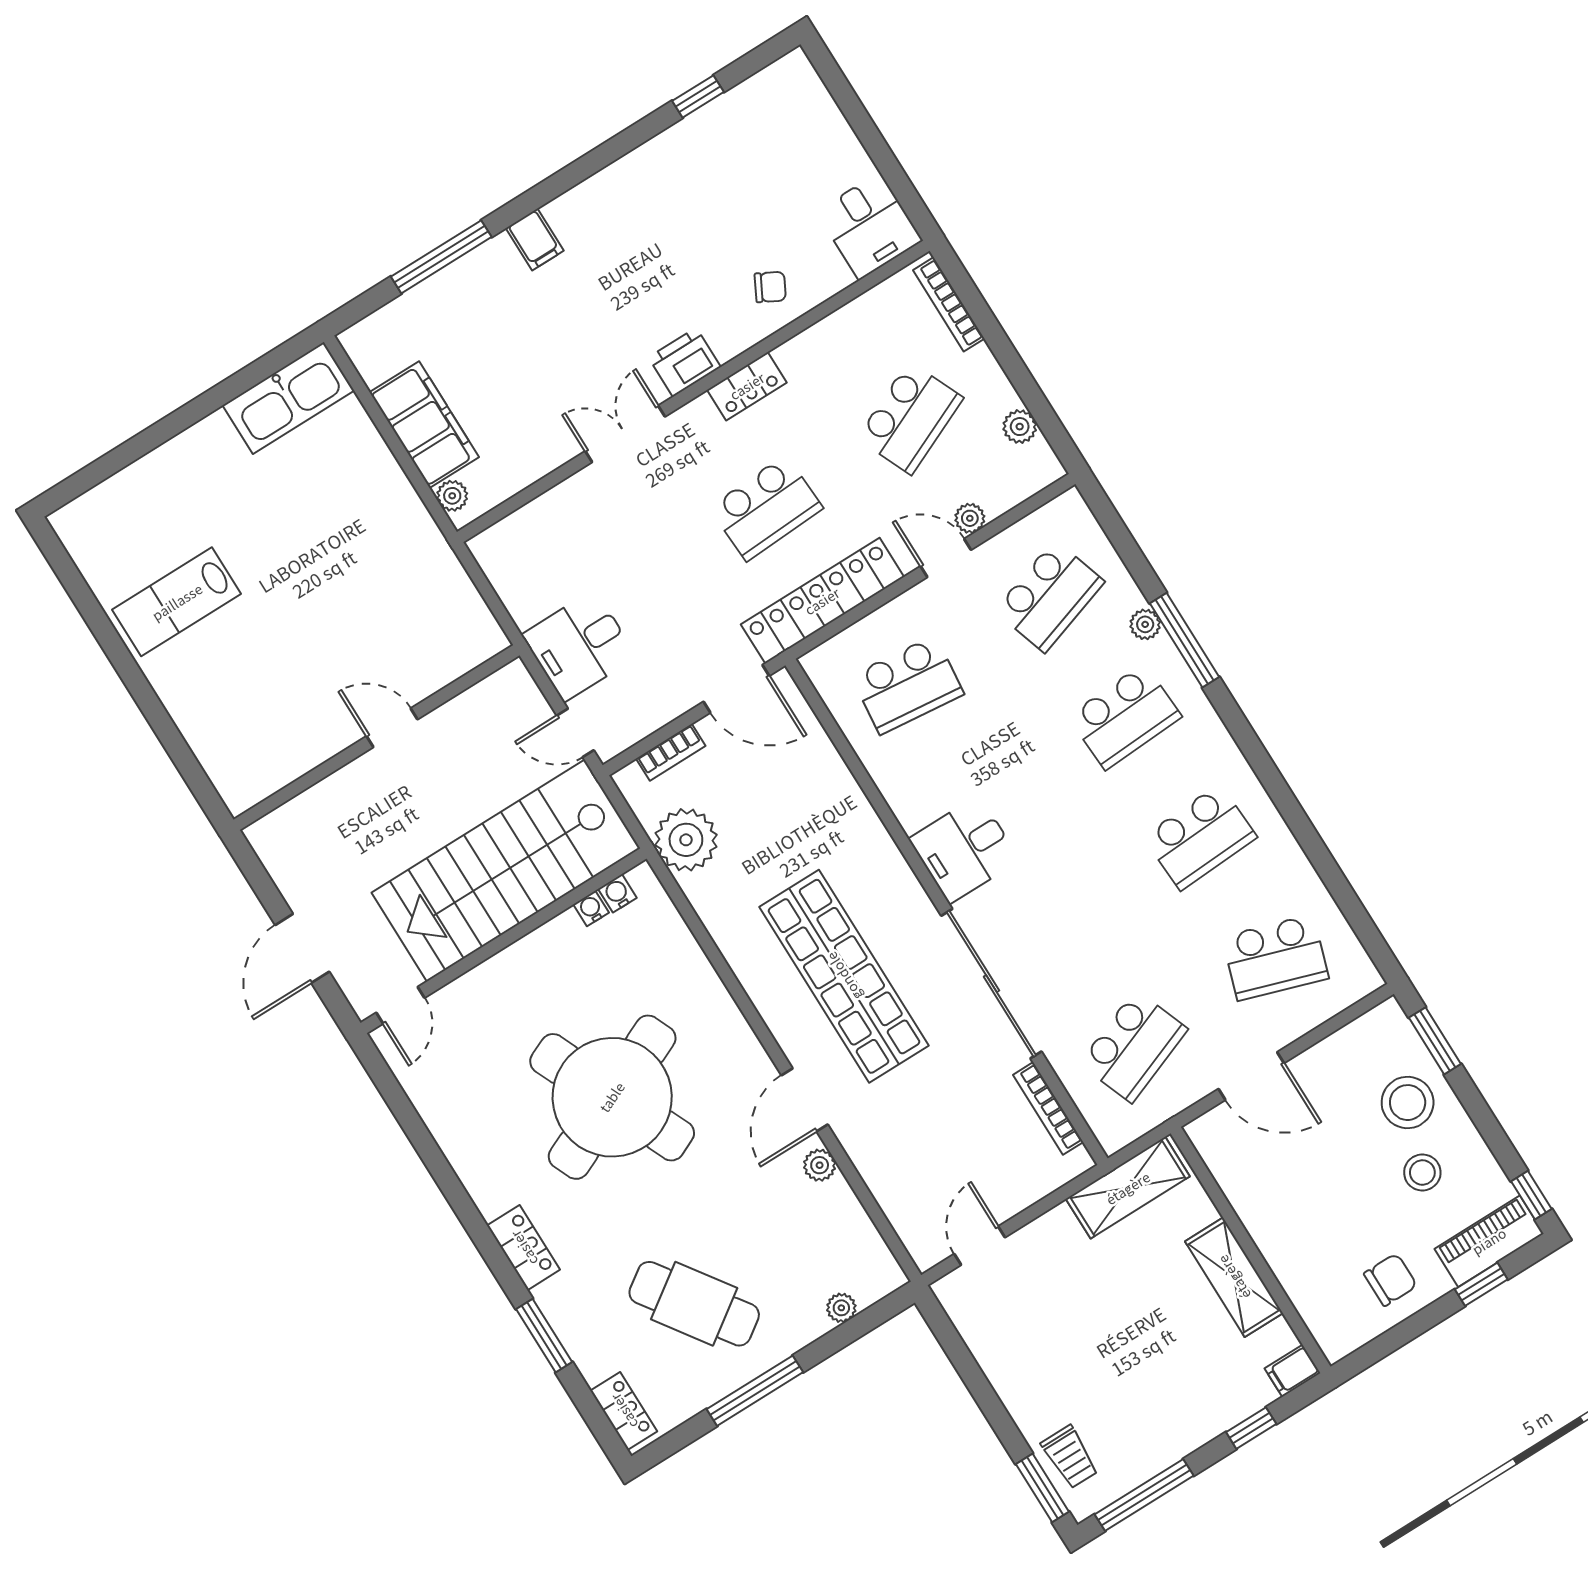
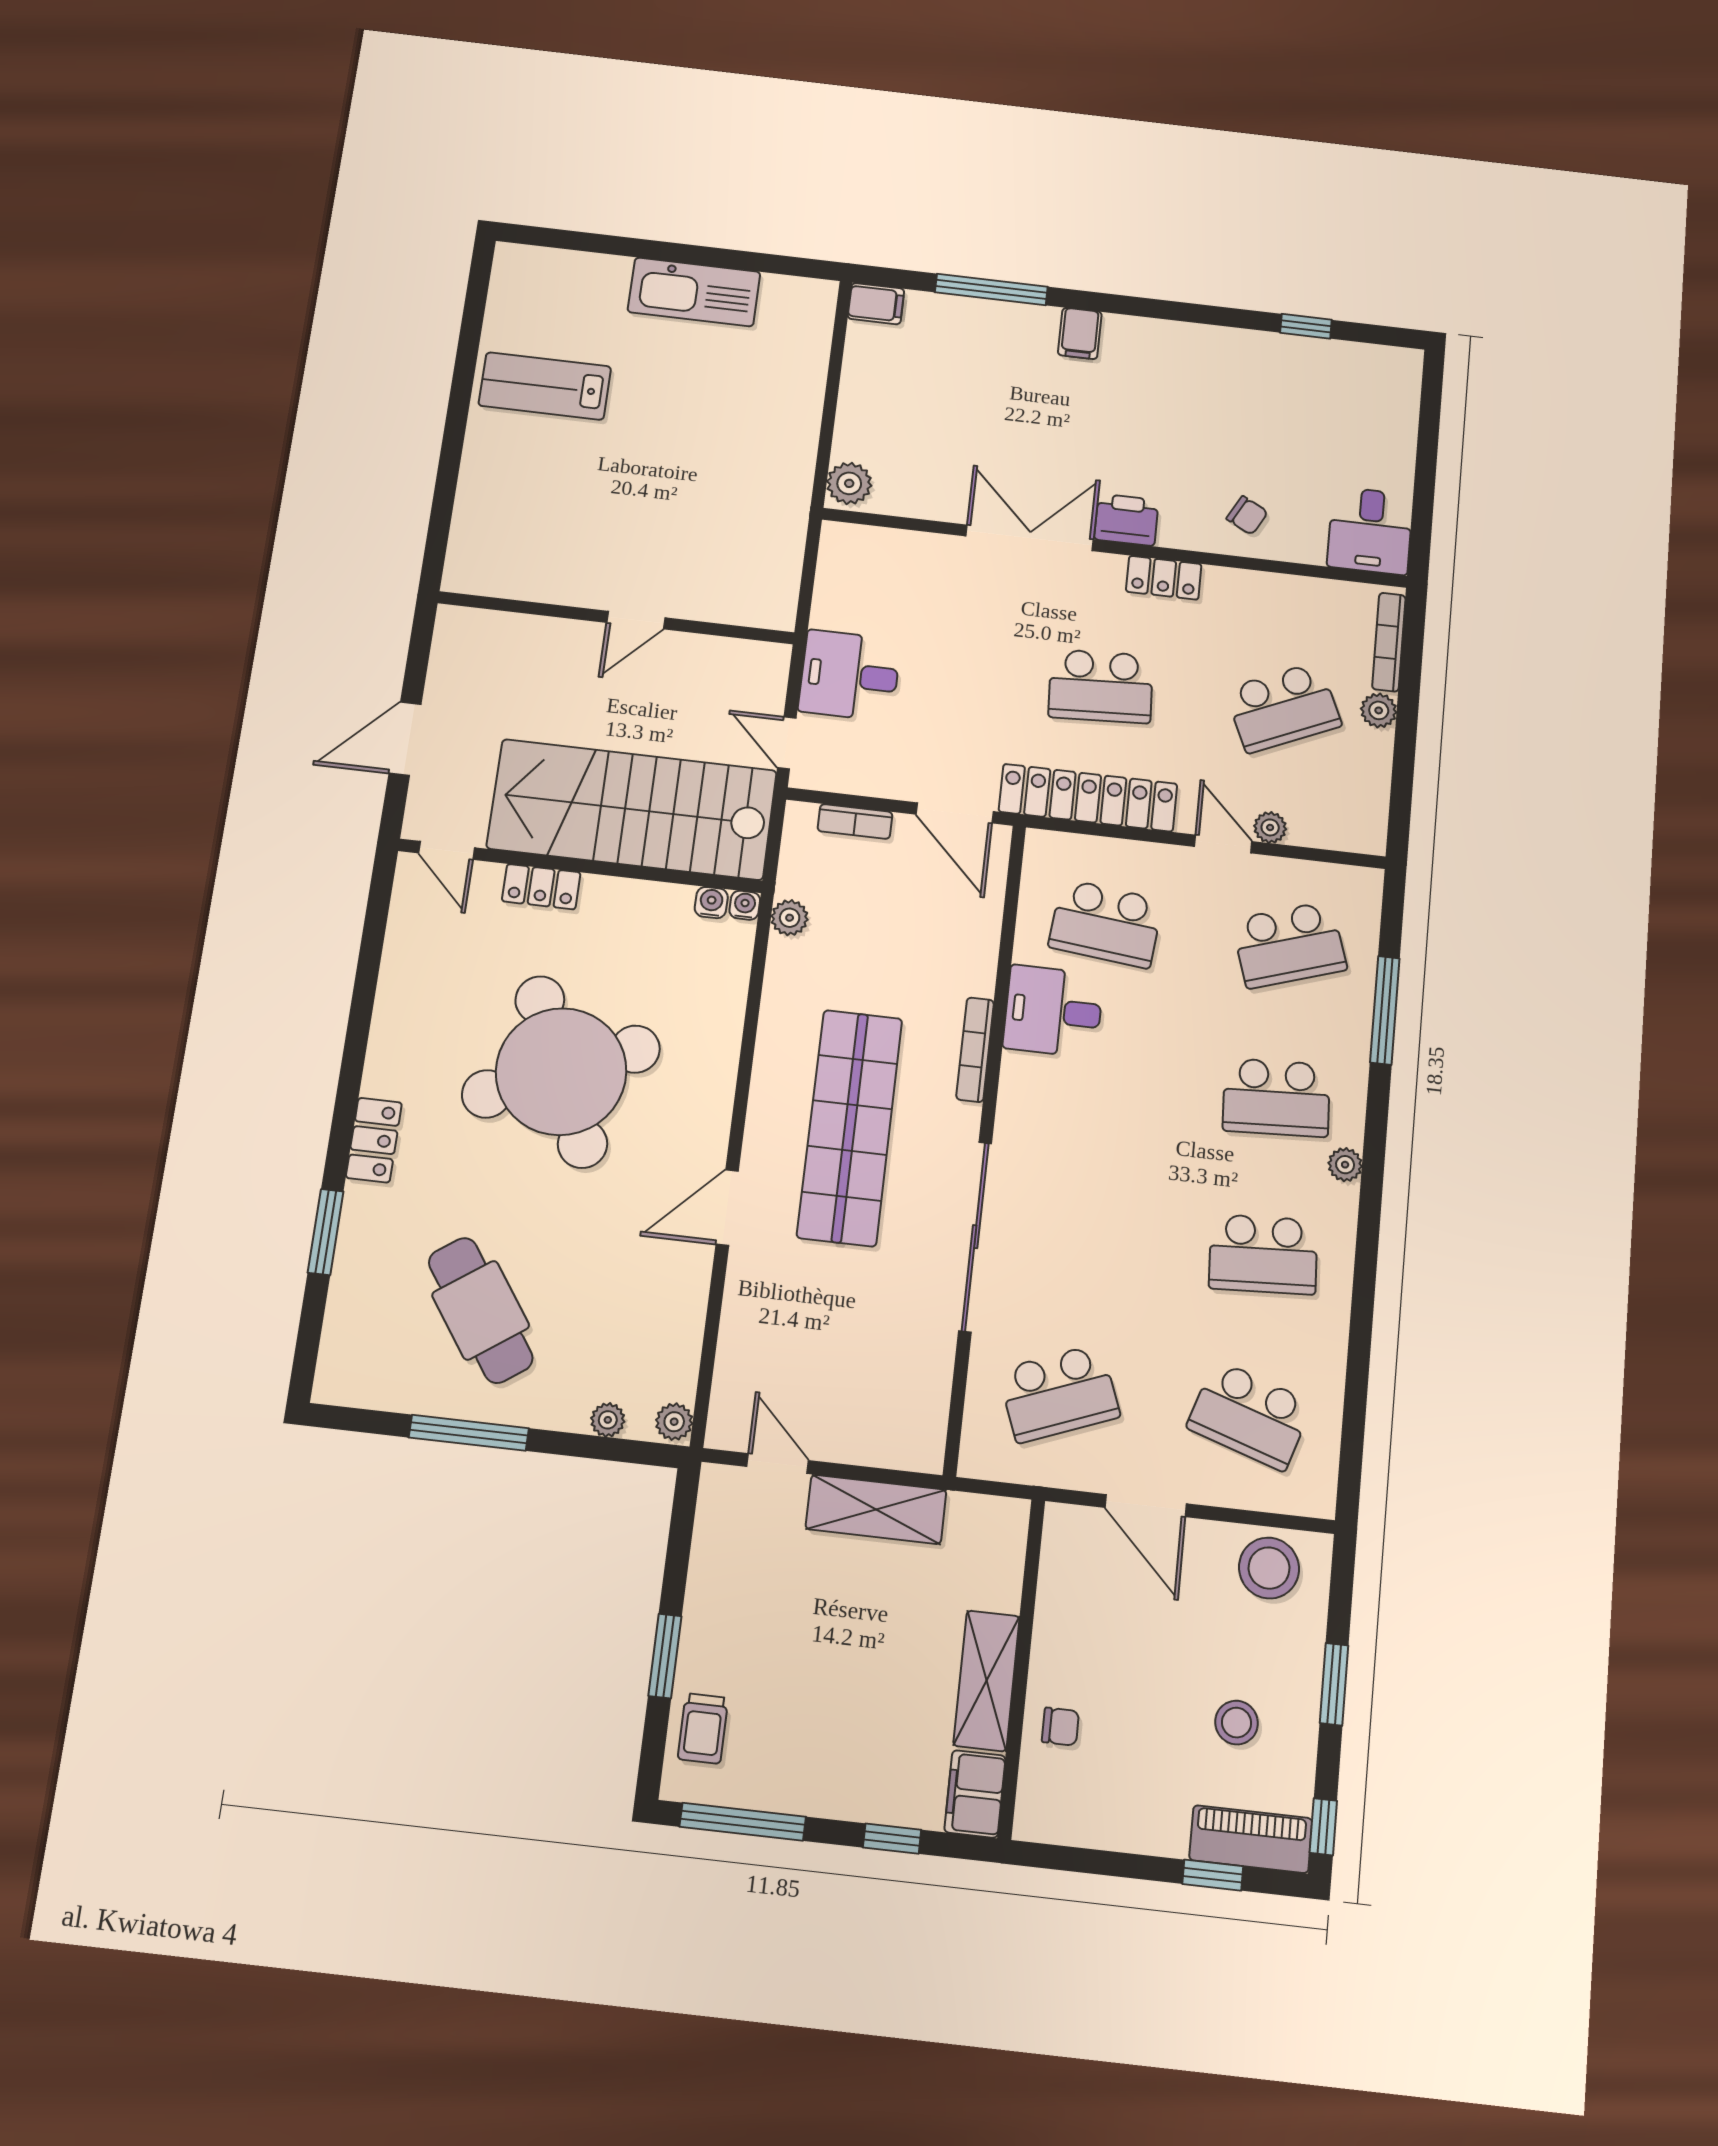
kitchen sink: (288, 398) -> (694, 292), moved
filing cabinet: (424, 425) -> (876, 304), moved, width x0.33, depth x0.86
plant: (1020, 427) -> (1379, 710), moved
double door: (625, 434) -> (1030, 538), width x1.37
plant: (452, 496) -> (849, 483), width x1.38, depth x1.38
plant: (1145, 624) -> (1345, 1165), moved
window: (1185, 640) -> (1385, 1010), moved
door: (392, 728) -> (636, 620), swing flipped
plant: (686, 840) -> (790, 918), width x0.53, depth x0.53
desk: (964, 849) -> (1053, 1011), moved
water cooler: (591, 908) -> (745, 905), moved
door: (400, 1005) -> (447, 850), hinge flipped
window: (1435, 1041) -> (1334, 1684), moved
stool: (1408, 1103) -> (1269, 1568), moved
bookcase: (1048, 1108) -> (975, 1050), moved
plant: (820, 1165) -> (674, 1422), moved
shelving: (1128, 1188) -> (876, 1509), moved
door: (980, 1246) -> (778, 1463), hinge flipped
chair: (1390, 1280) -> (1060, 1727), moved, width x0.73, depth x0.73
filing cabinet: (1292, 1371) -> (975, 1794), width x2.00
locker: (624, 1411) -> (541, 887), moved, turned 90
window: (1042, 1488) -> (665, 1656), moved

